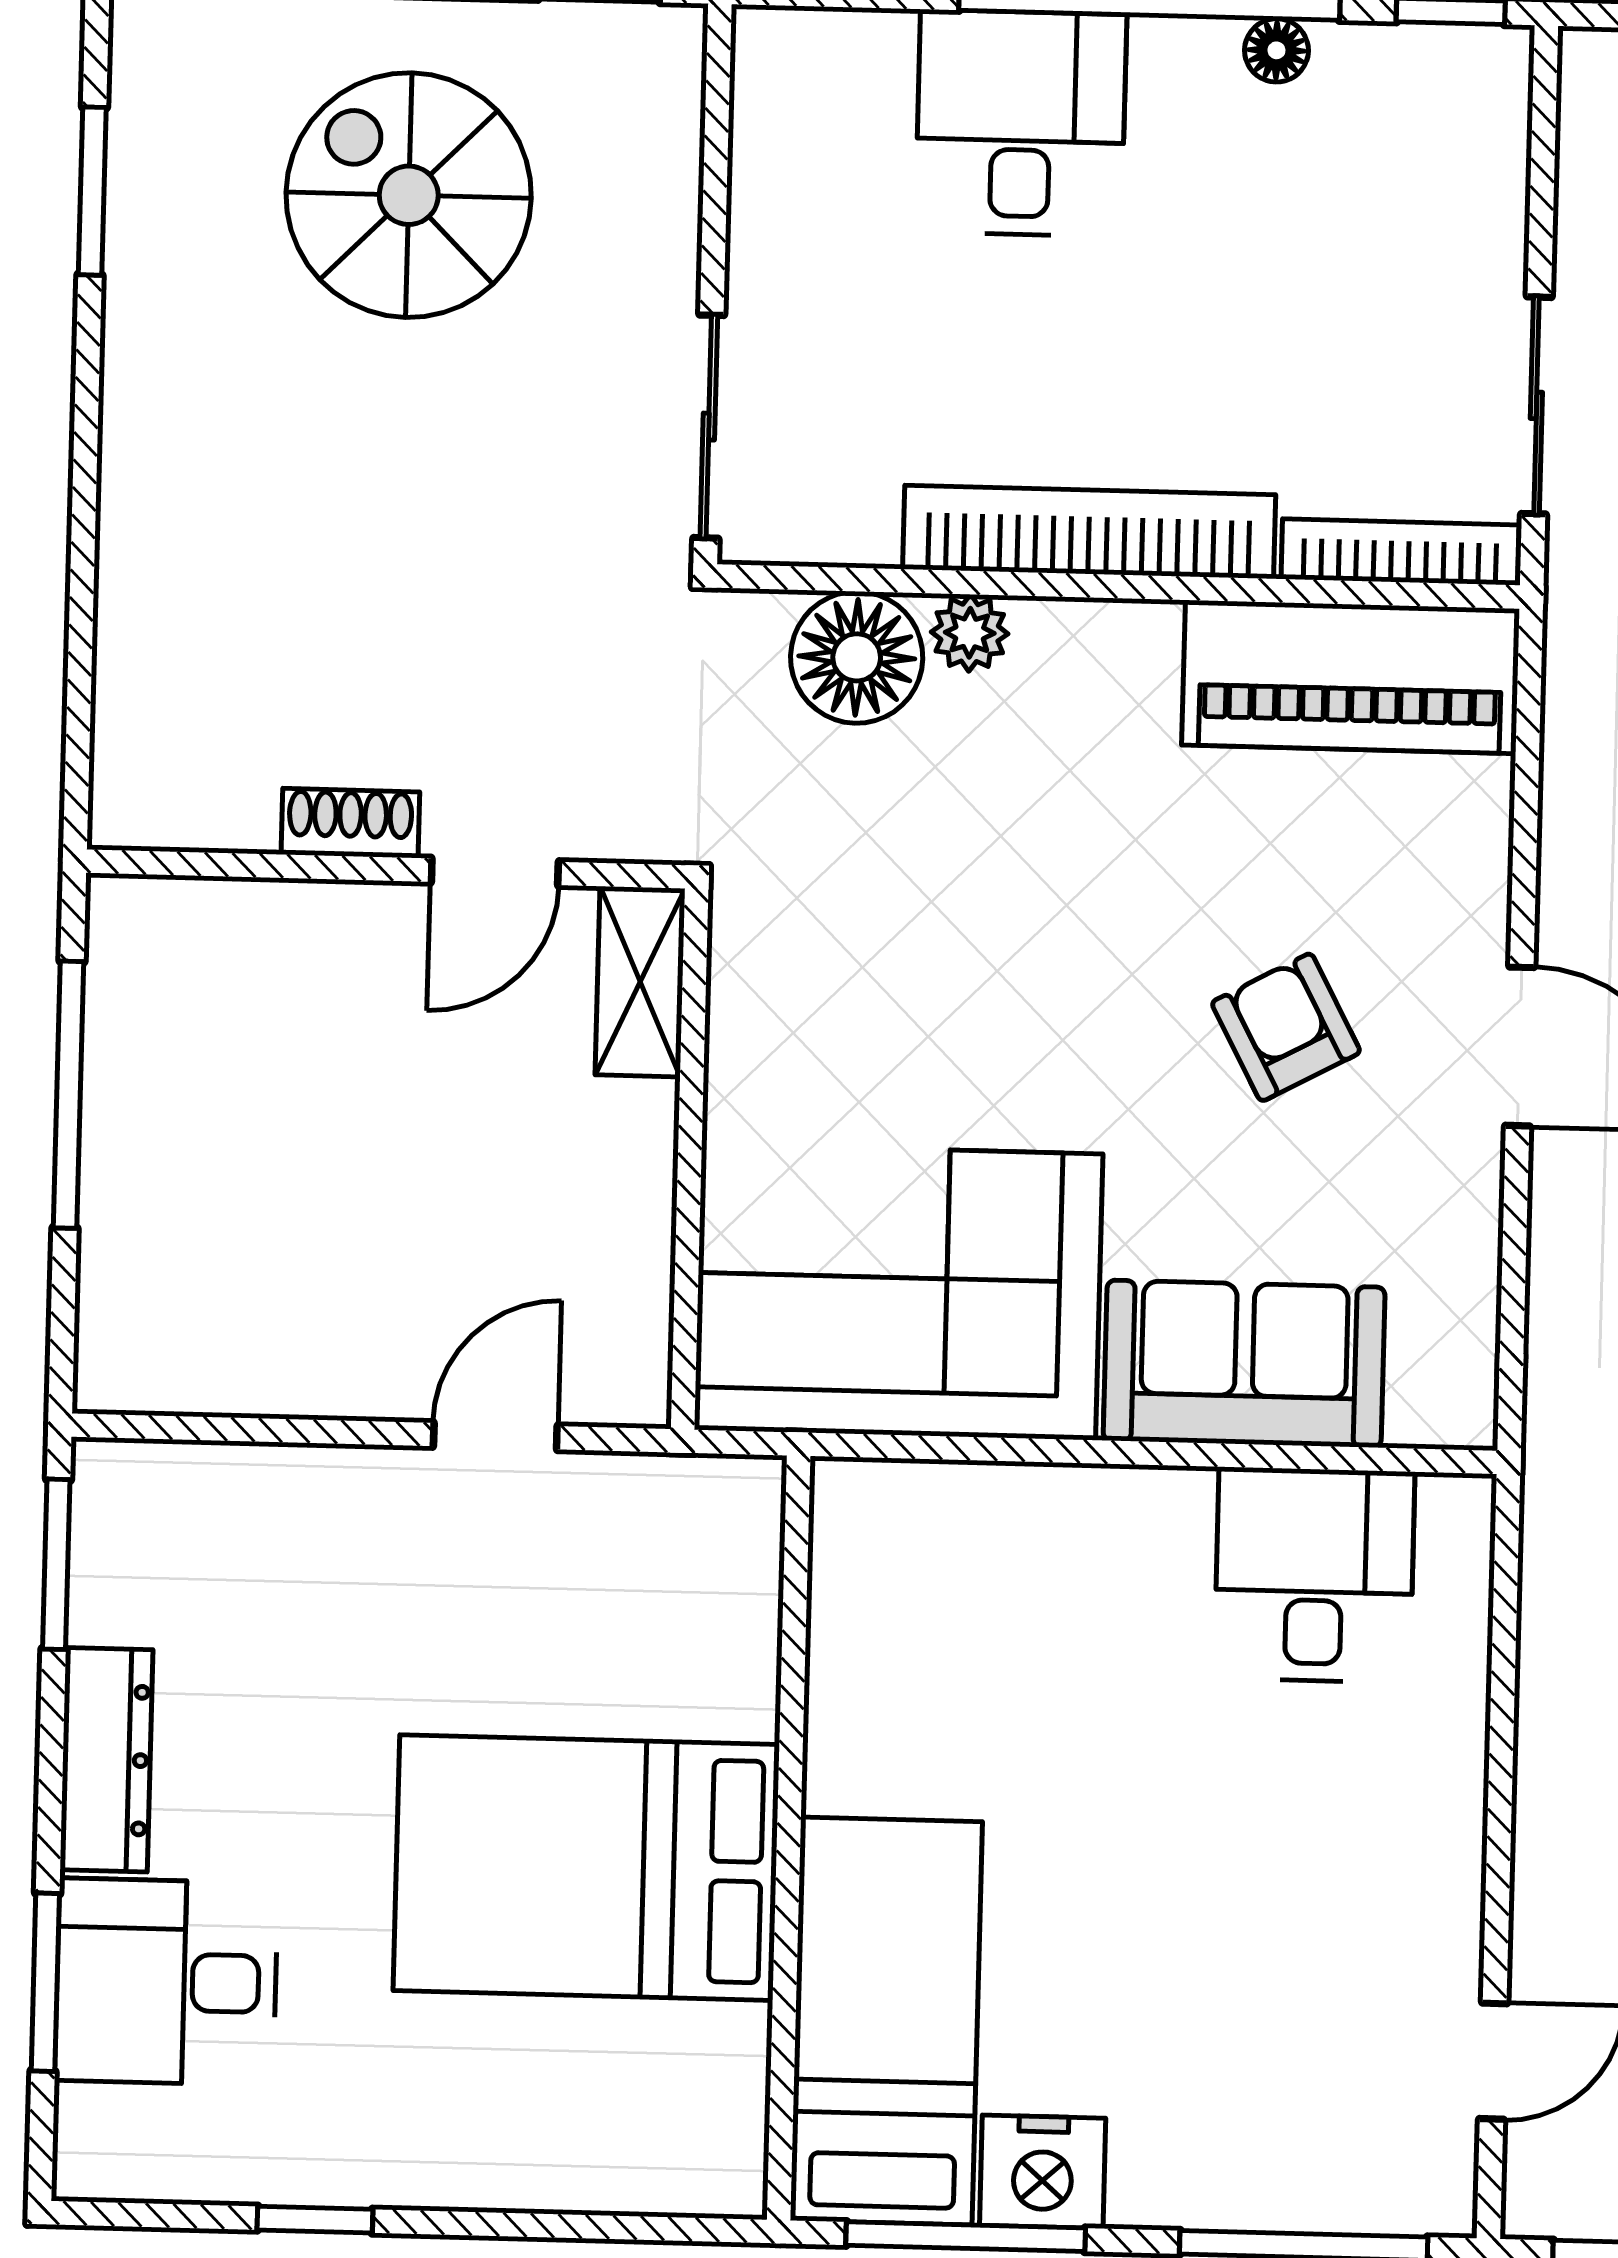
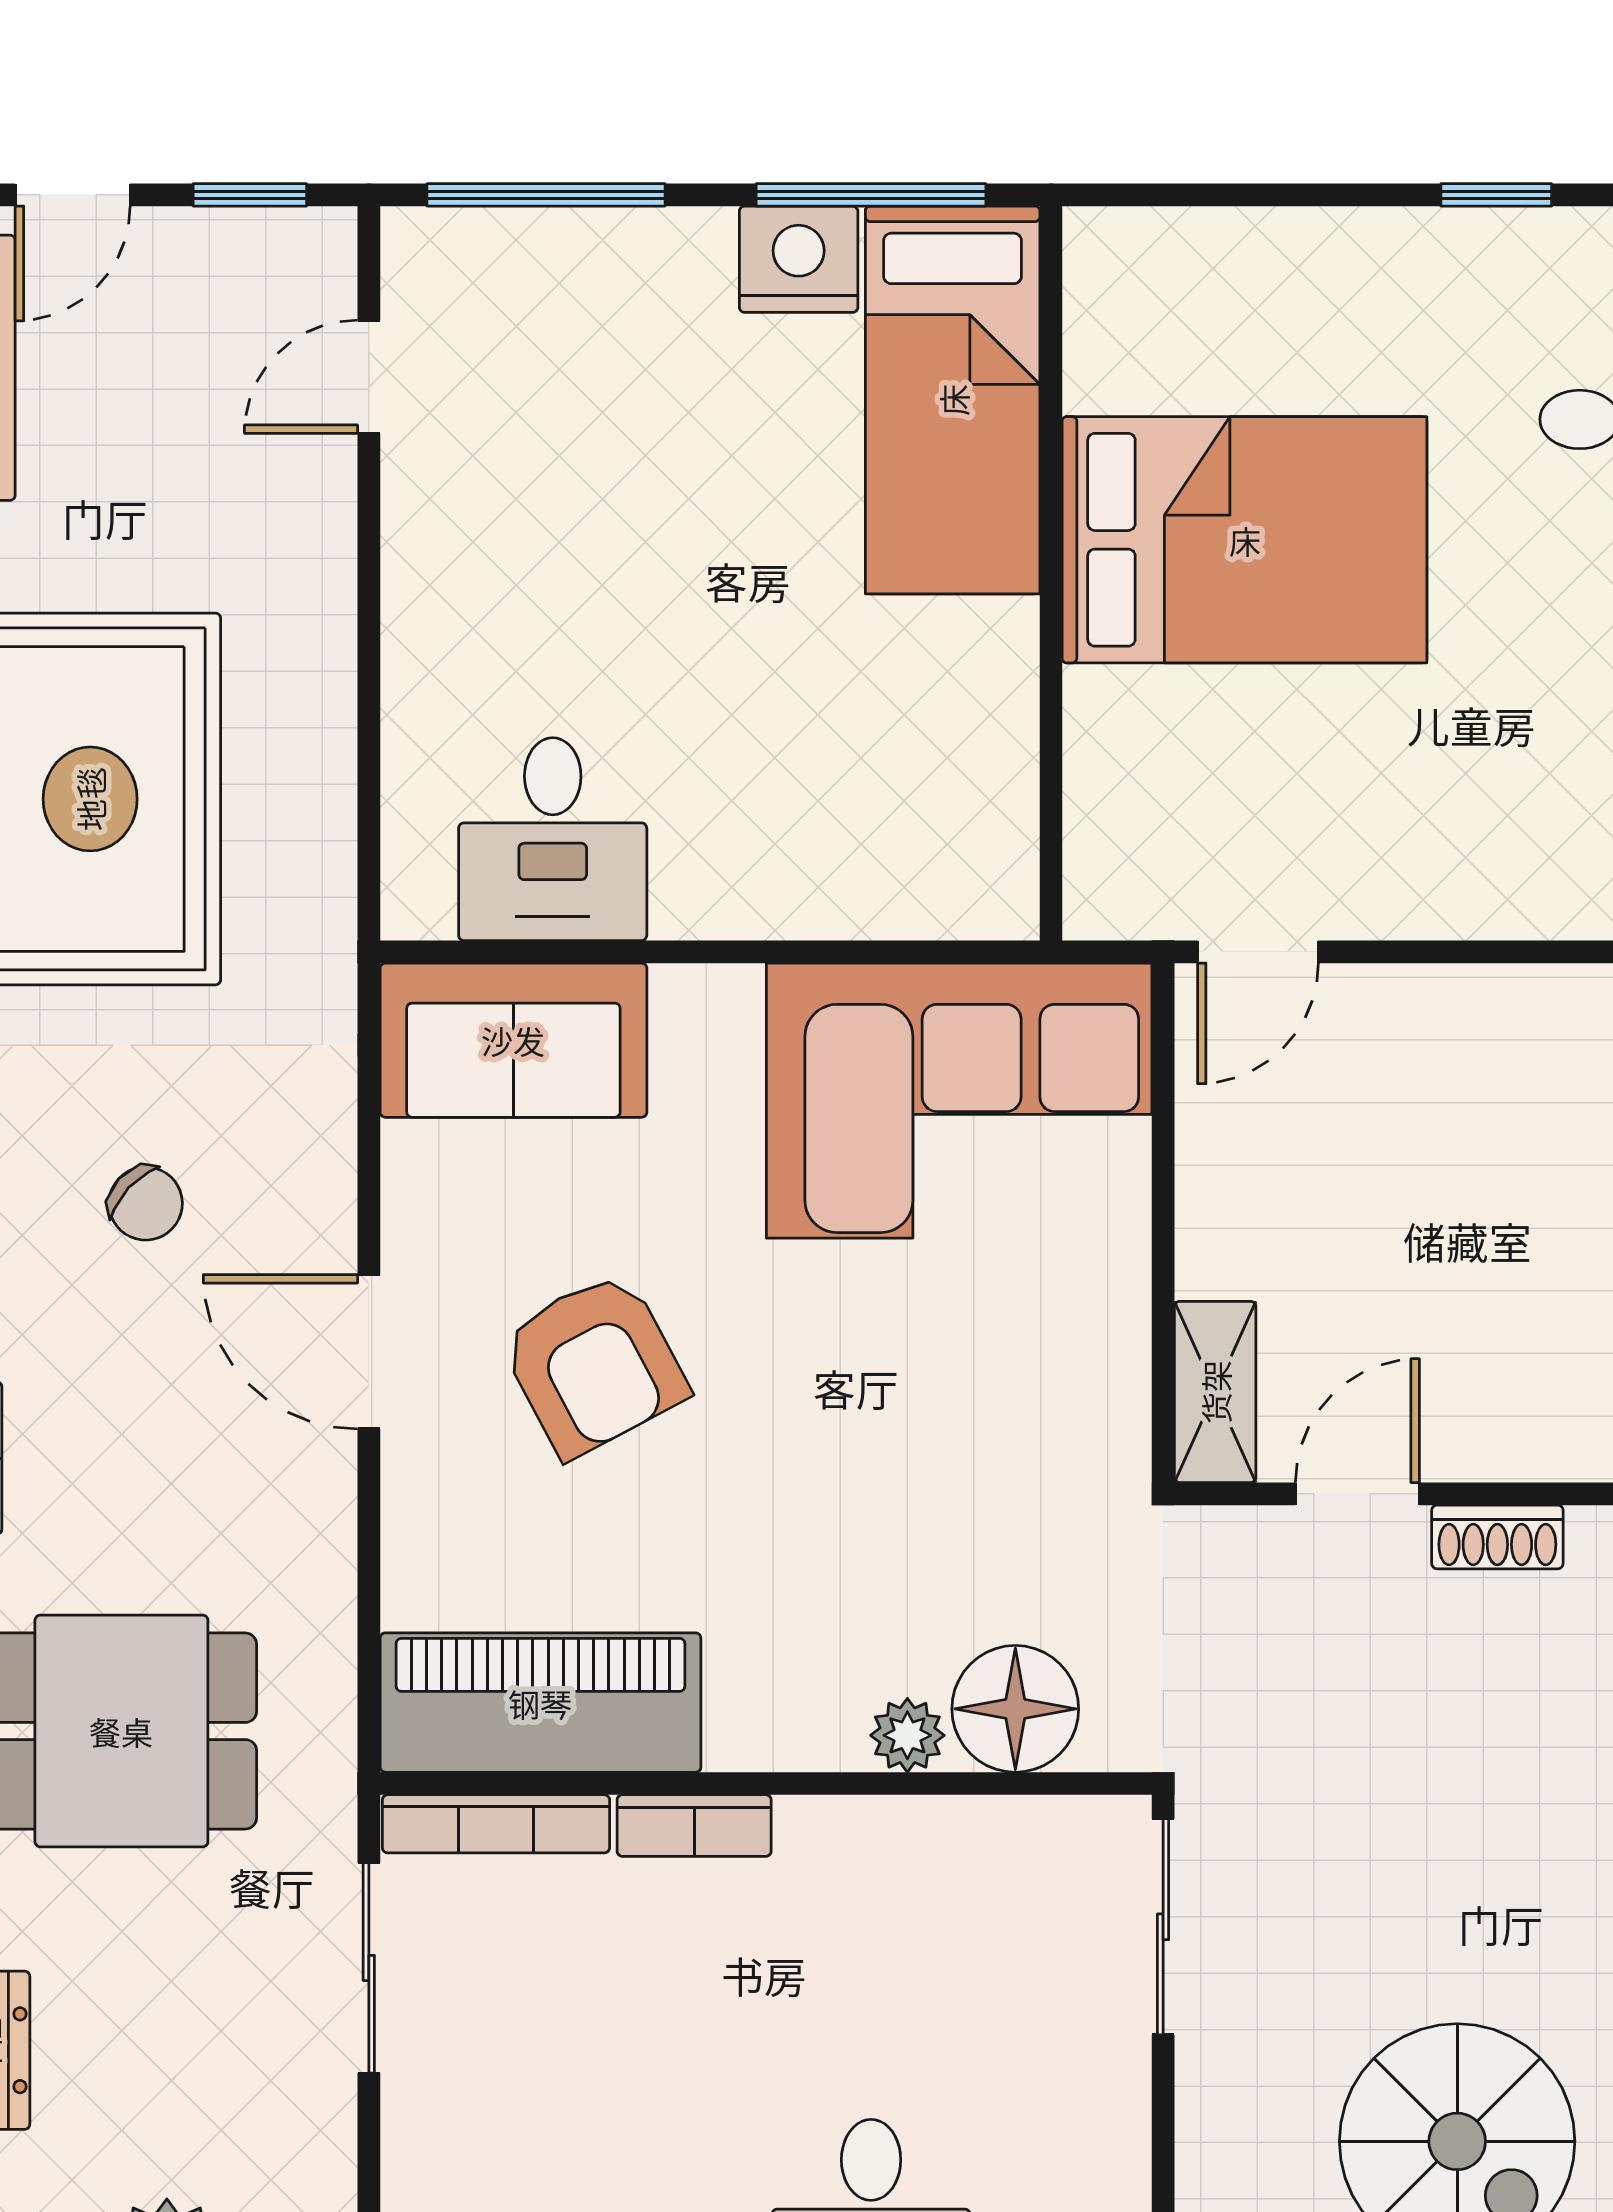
bookcase: (1089, 532) -> (694, 1826), width x0.43, depth x0.76
armchair: (1286, 1027) -> (594, 1364), width x1.38, depth x1.38
sofa: (1244, 1364) -> (513, 1040), moved
door: (495, 1436) -> (1258, 952), moved

